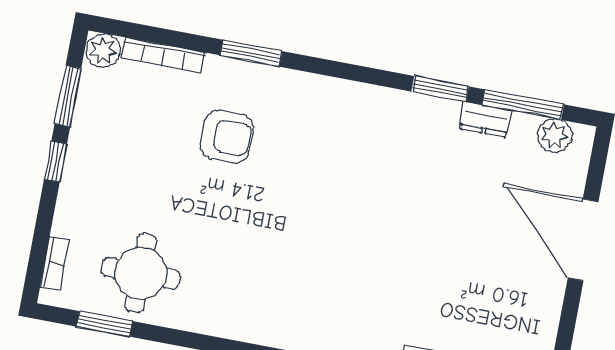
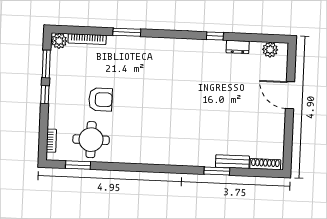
window: (440, 89) -> (215, 36), width x0.67
window: (523, 105) -> (254, 38), removed
armchair: (227, 137) -> (100, 100), moved
door: (583, 240) -> (290, 95), width x0.73

